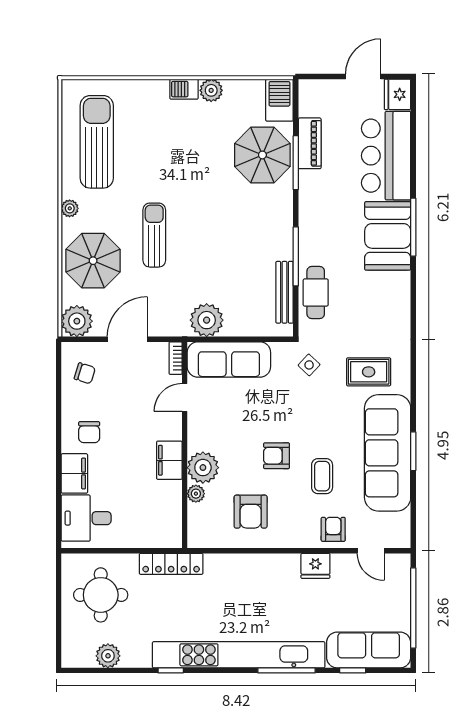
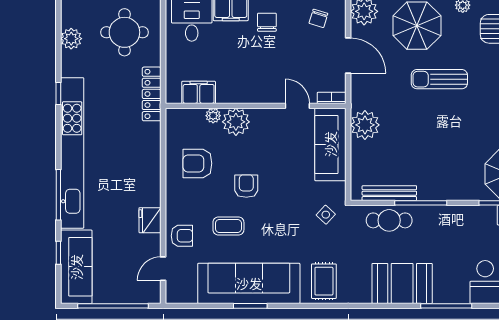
sun lounger: (154, 235) -> (439, 79), turned 180
booth: (388, 236) -> (402, 283), moved
rug: (369, 372) -> (324, 281), moved
chair: (89, 432) -> (267, 22), turned 90
filing cabinet: (169, 460) -> (199, 92), moved

